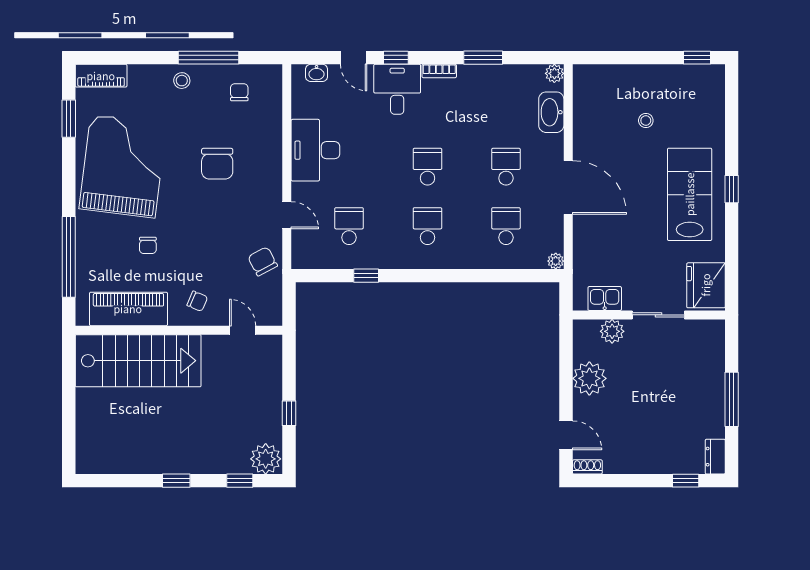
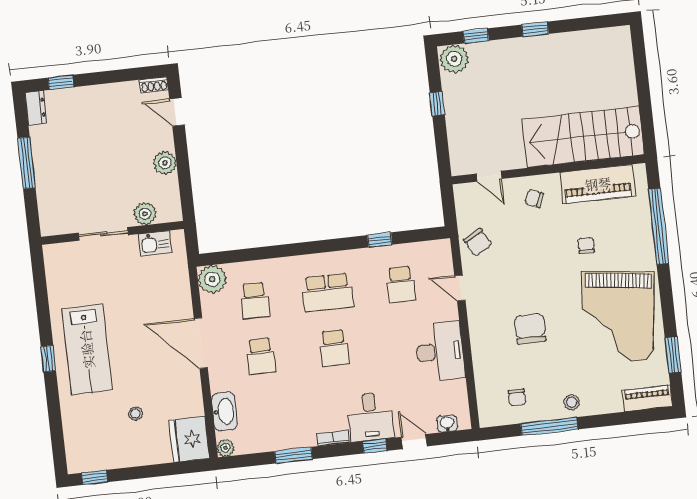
school desk: (427, 226) -> (328, 292), width x1.85
plant: (556, 261) -> (212, 279), width x1.87, depth x1.87
fridge: (706, 285) -> (189, 439), moved, turned 180
plant: (589, 378) -> (165, 163), width x0.73, depth x0.73

